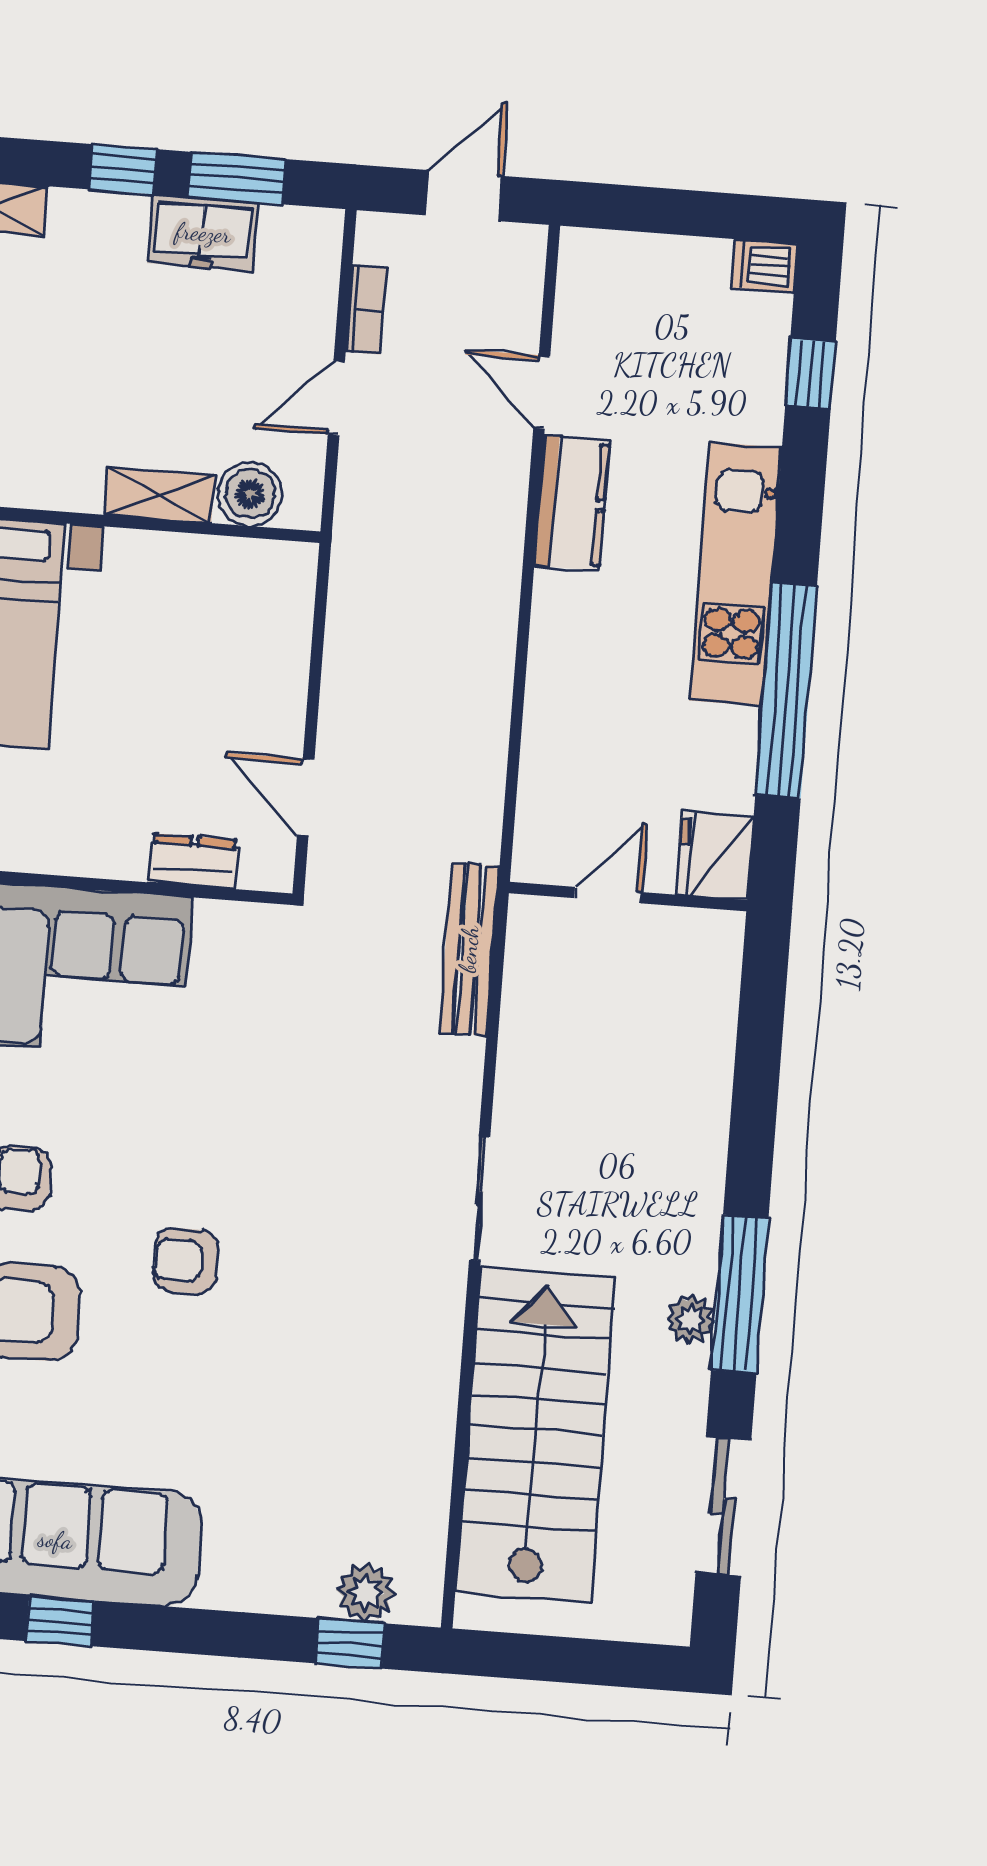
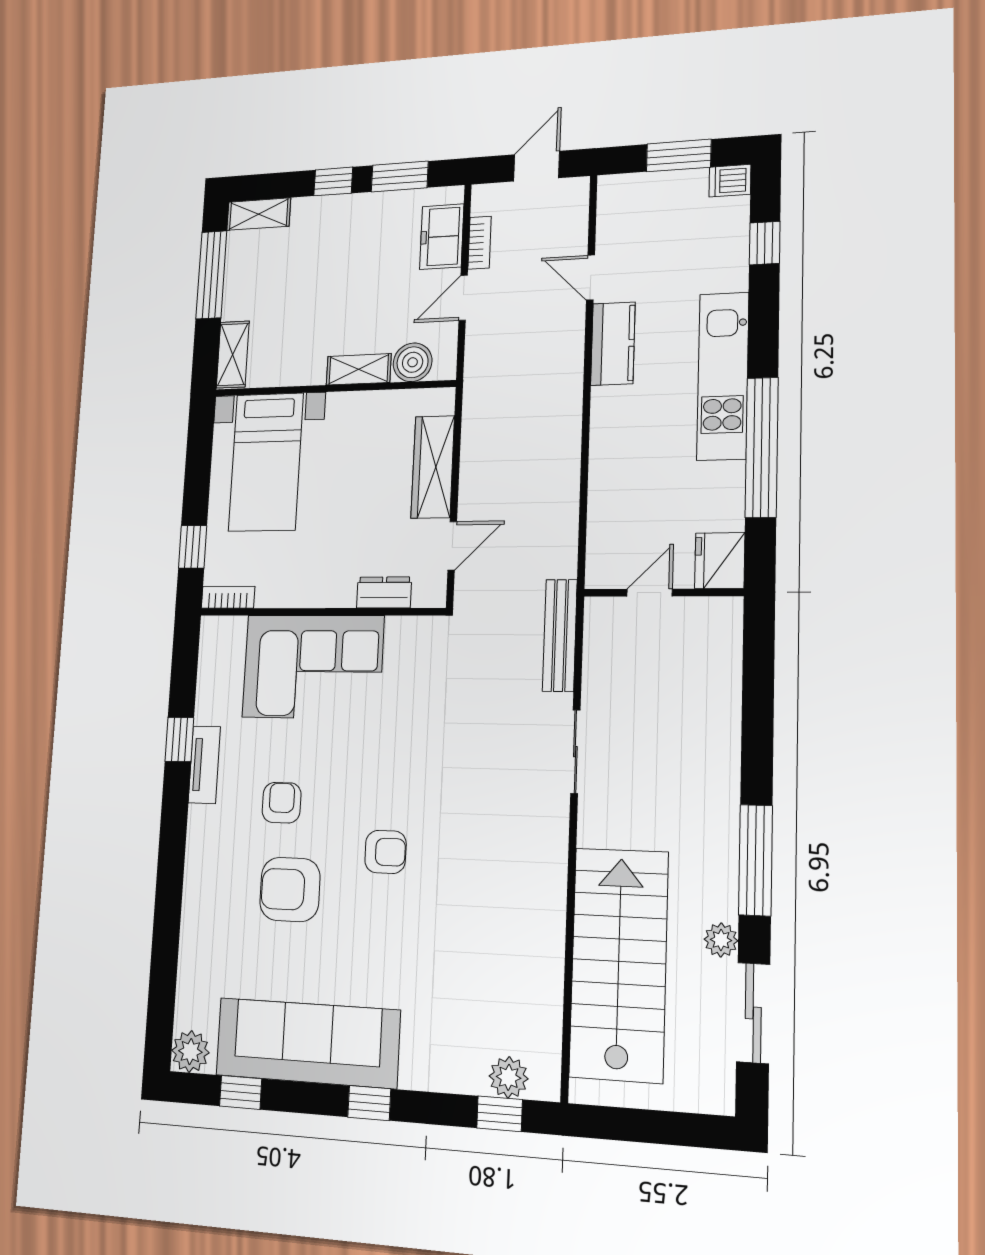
window: (689, 213) -> (679, 156), added
freezer: (203, 233) -> (442, 237), moved, turned 90
wardrobe: (278, 668) -> (433, 467), added
door: (306, 797) -> (452, 546), swing flipped
sliding door: (480, 1199) -> (575, 752), moved
armchair: (186, 1261) -> (385, 852), turned 180
plant: (691, 1320) -> (721, 940), moved
window: (60, 1621) -> (369, 1103), moved

